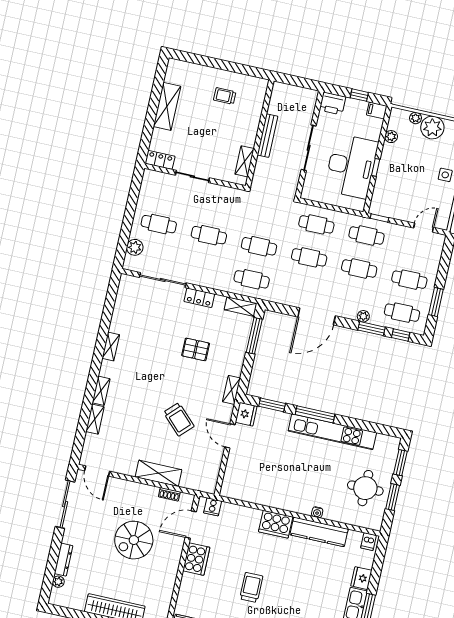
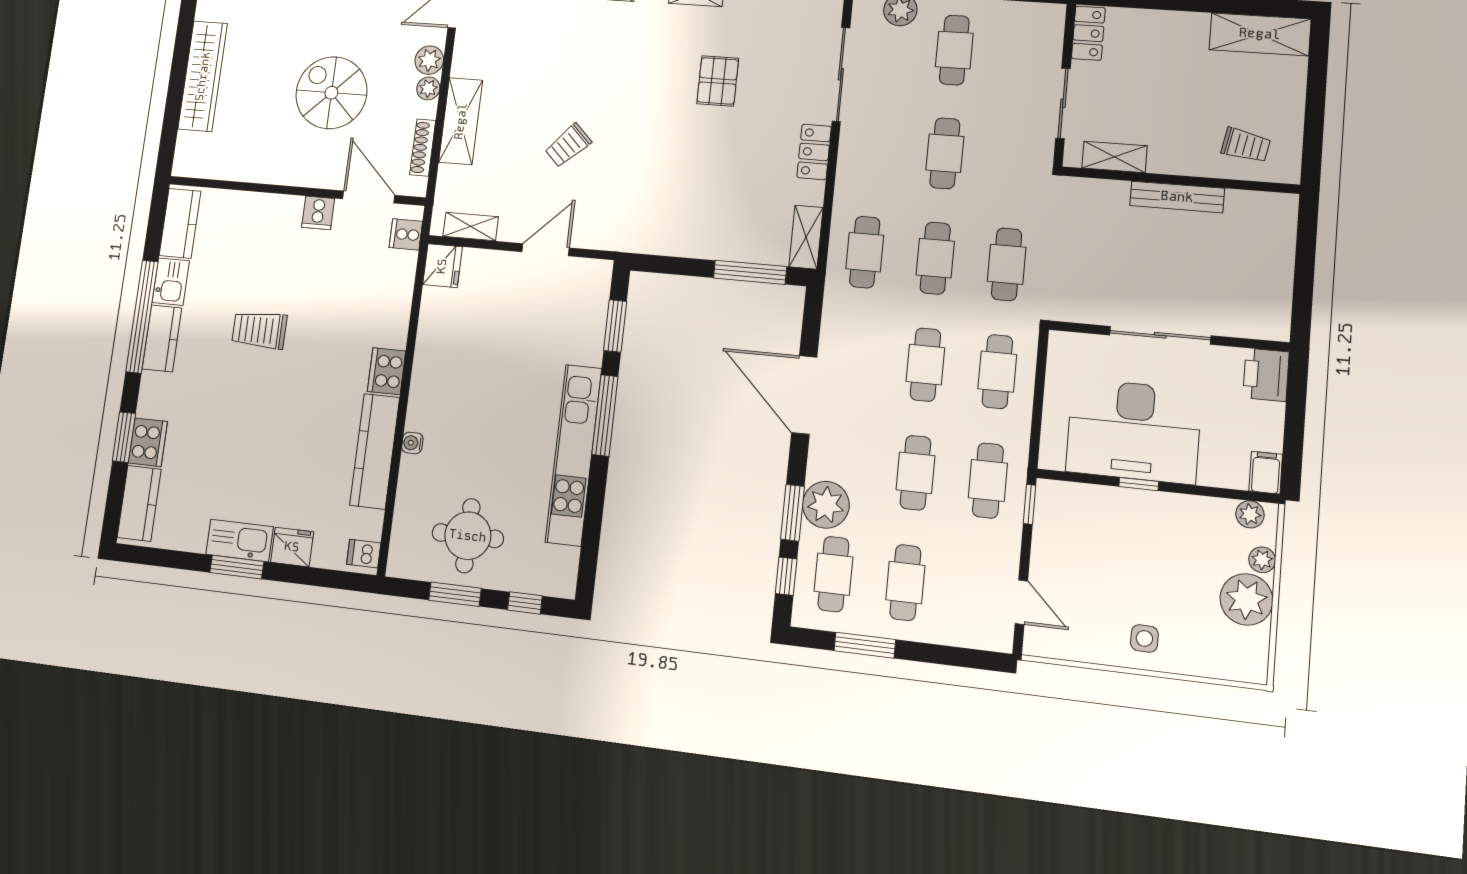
window: (359, 95) -> (1294, 431), removed
trolley: (225, 96) -> (1246, 145), turned 101
shelving: (167, 106) -> (1260, 34), moved
wall: (260, 133) -> (1180, 180), moved
bench: (268, 136) -> (1177, 197), moved
plant: (391, 137) -> (1250, 514), moved
shelving: (244, 161) -> (1115, 157), moved
cafe table: (266, 213) -> (1007, 264), added
plant: (363, 316) -> (826, 505), width x1.88, depth x1.88
pallet: (196, 349) -> (718, 81), moved
shelving: (231, 390) -> (471, 227), moved
fridge: (246, 414) -> (442, 266), moved, turned -90
trolley: (179, 419) -> (568, 145), width x0.73, depth x0.72
window: (400, 463) -> (525, 603), width x0.67
plant: (124, 487) -> (429, 60), added
plant: (139, 489) -> (428, 88), added
shoe rack: (169, 494) -> (423, 148), width x1.43
cooker: (276, 524) -> (387, 371), width x0.73, depth x0.76
cooker: (196, 559) -> (318, 213), width x0.53, depth x0.76
trolley: (251, 587) -> (259, 330), turned 180

